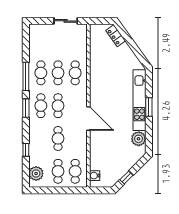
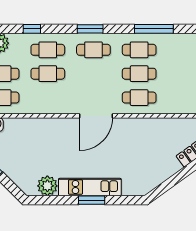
window: (26, 76) -> (154, 29), moved
kitchen unit: (139, 100) -> (90, 187), width x0.73
cafe table: (58, 106) -> (48, 50), moved
door: (88, 118) -> (96, 116), moved

